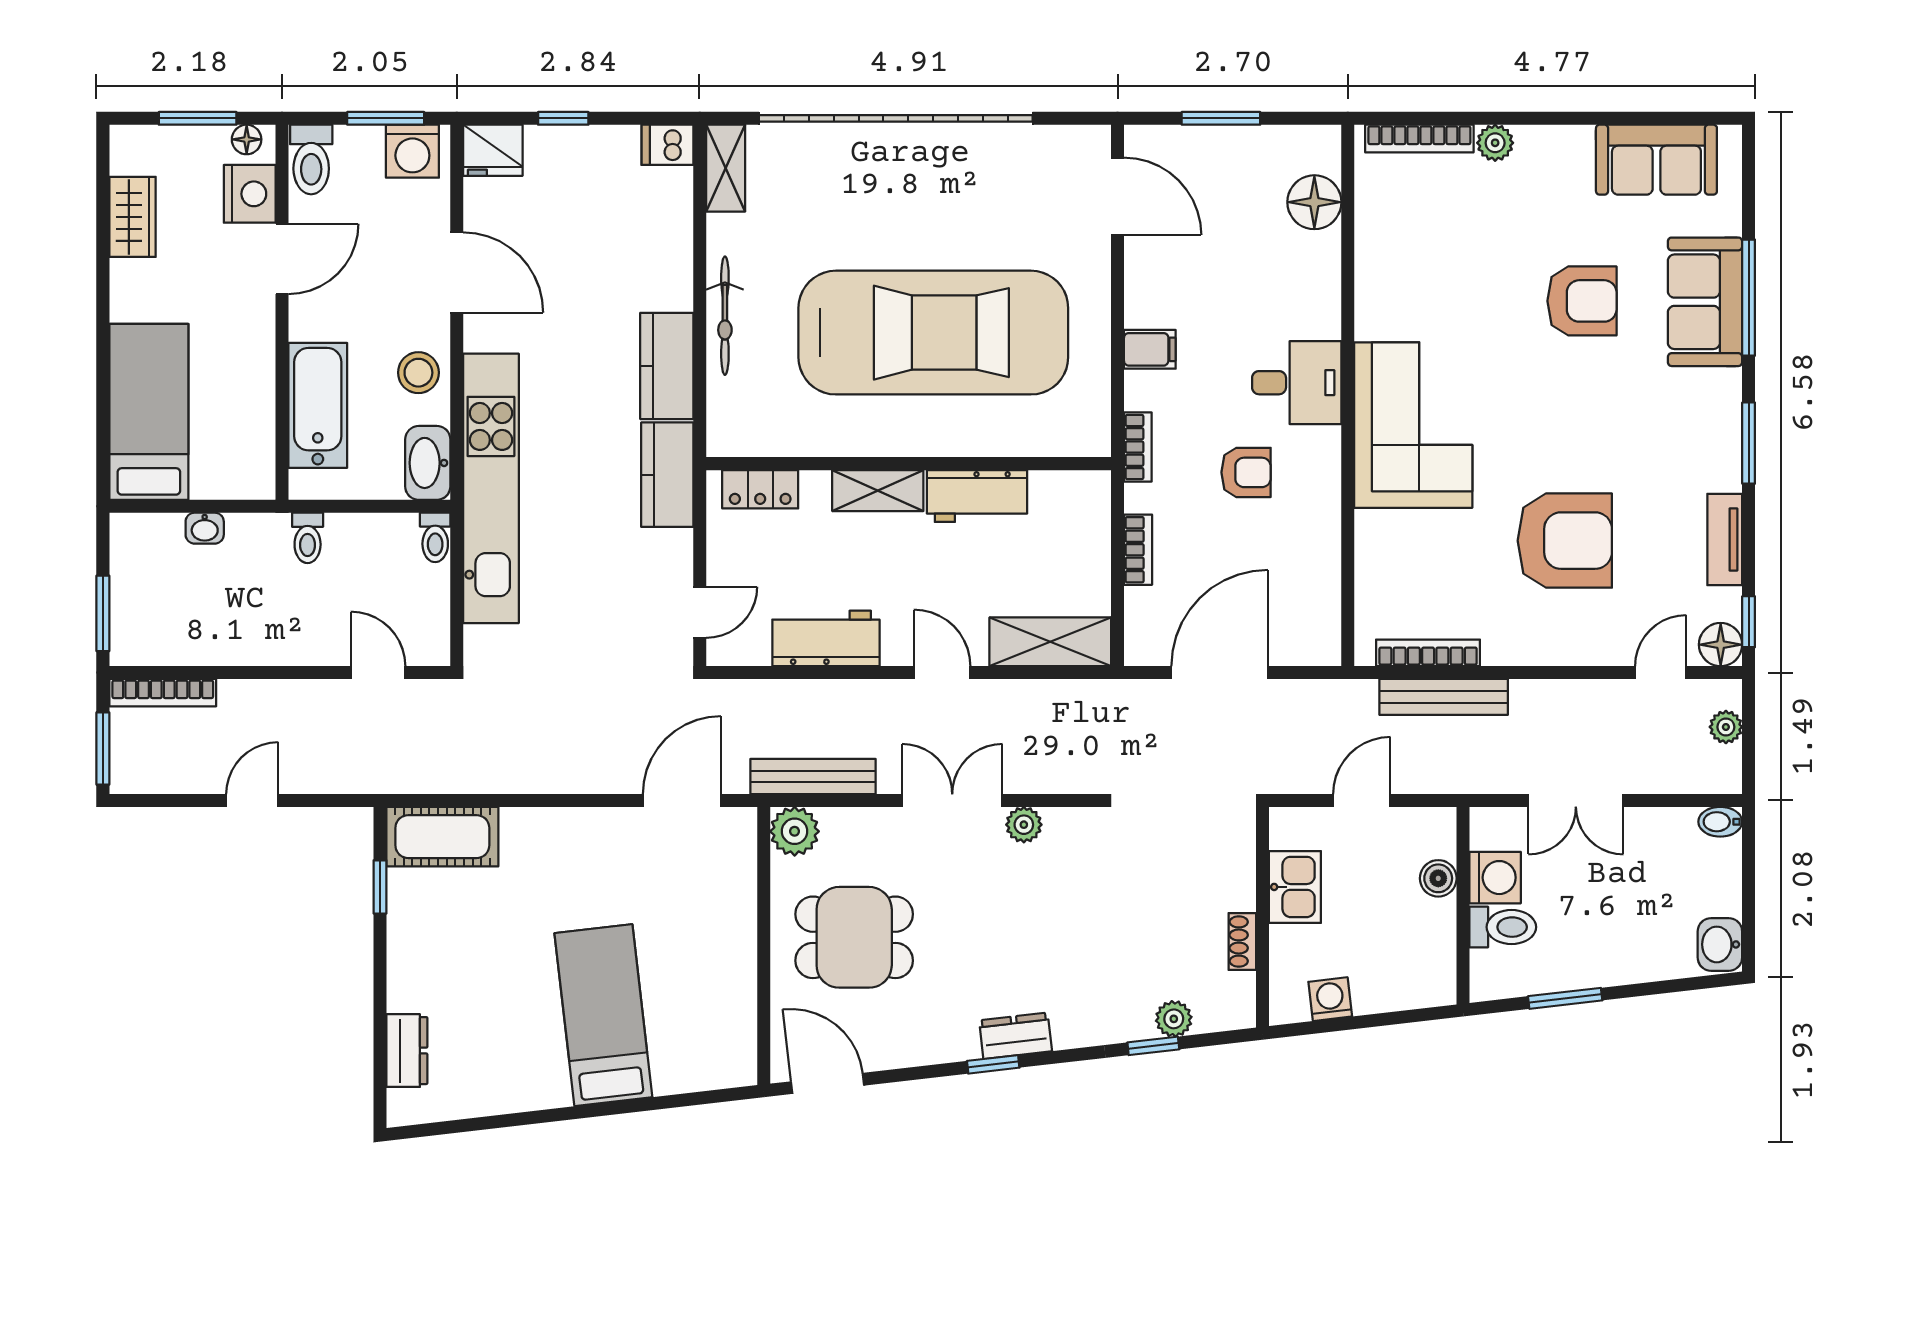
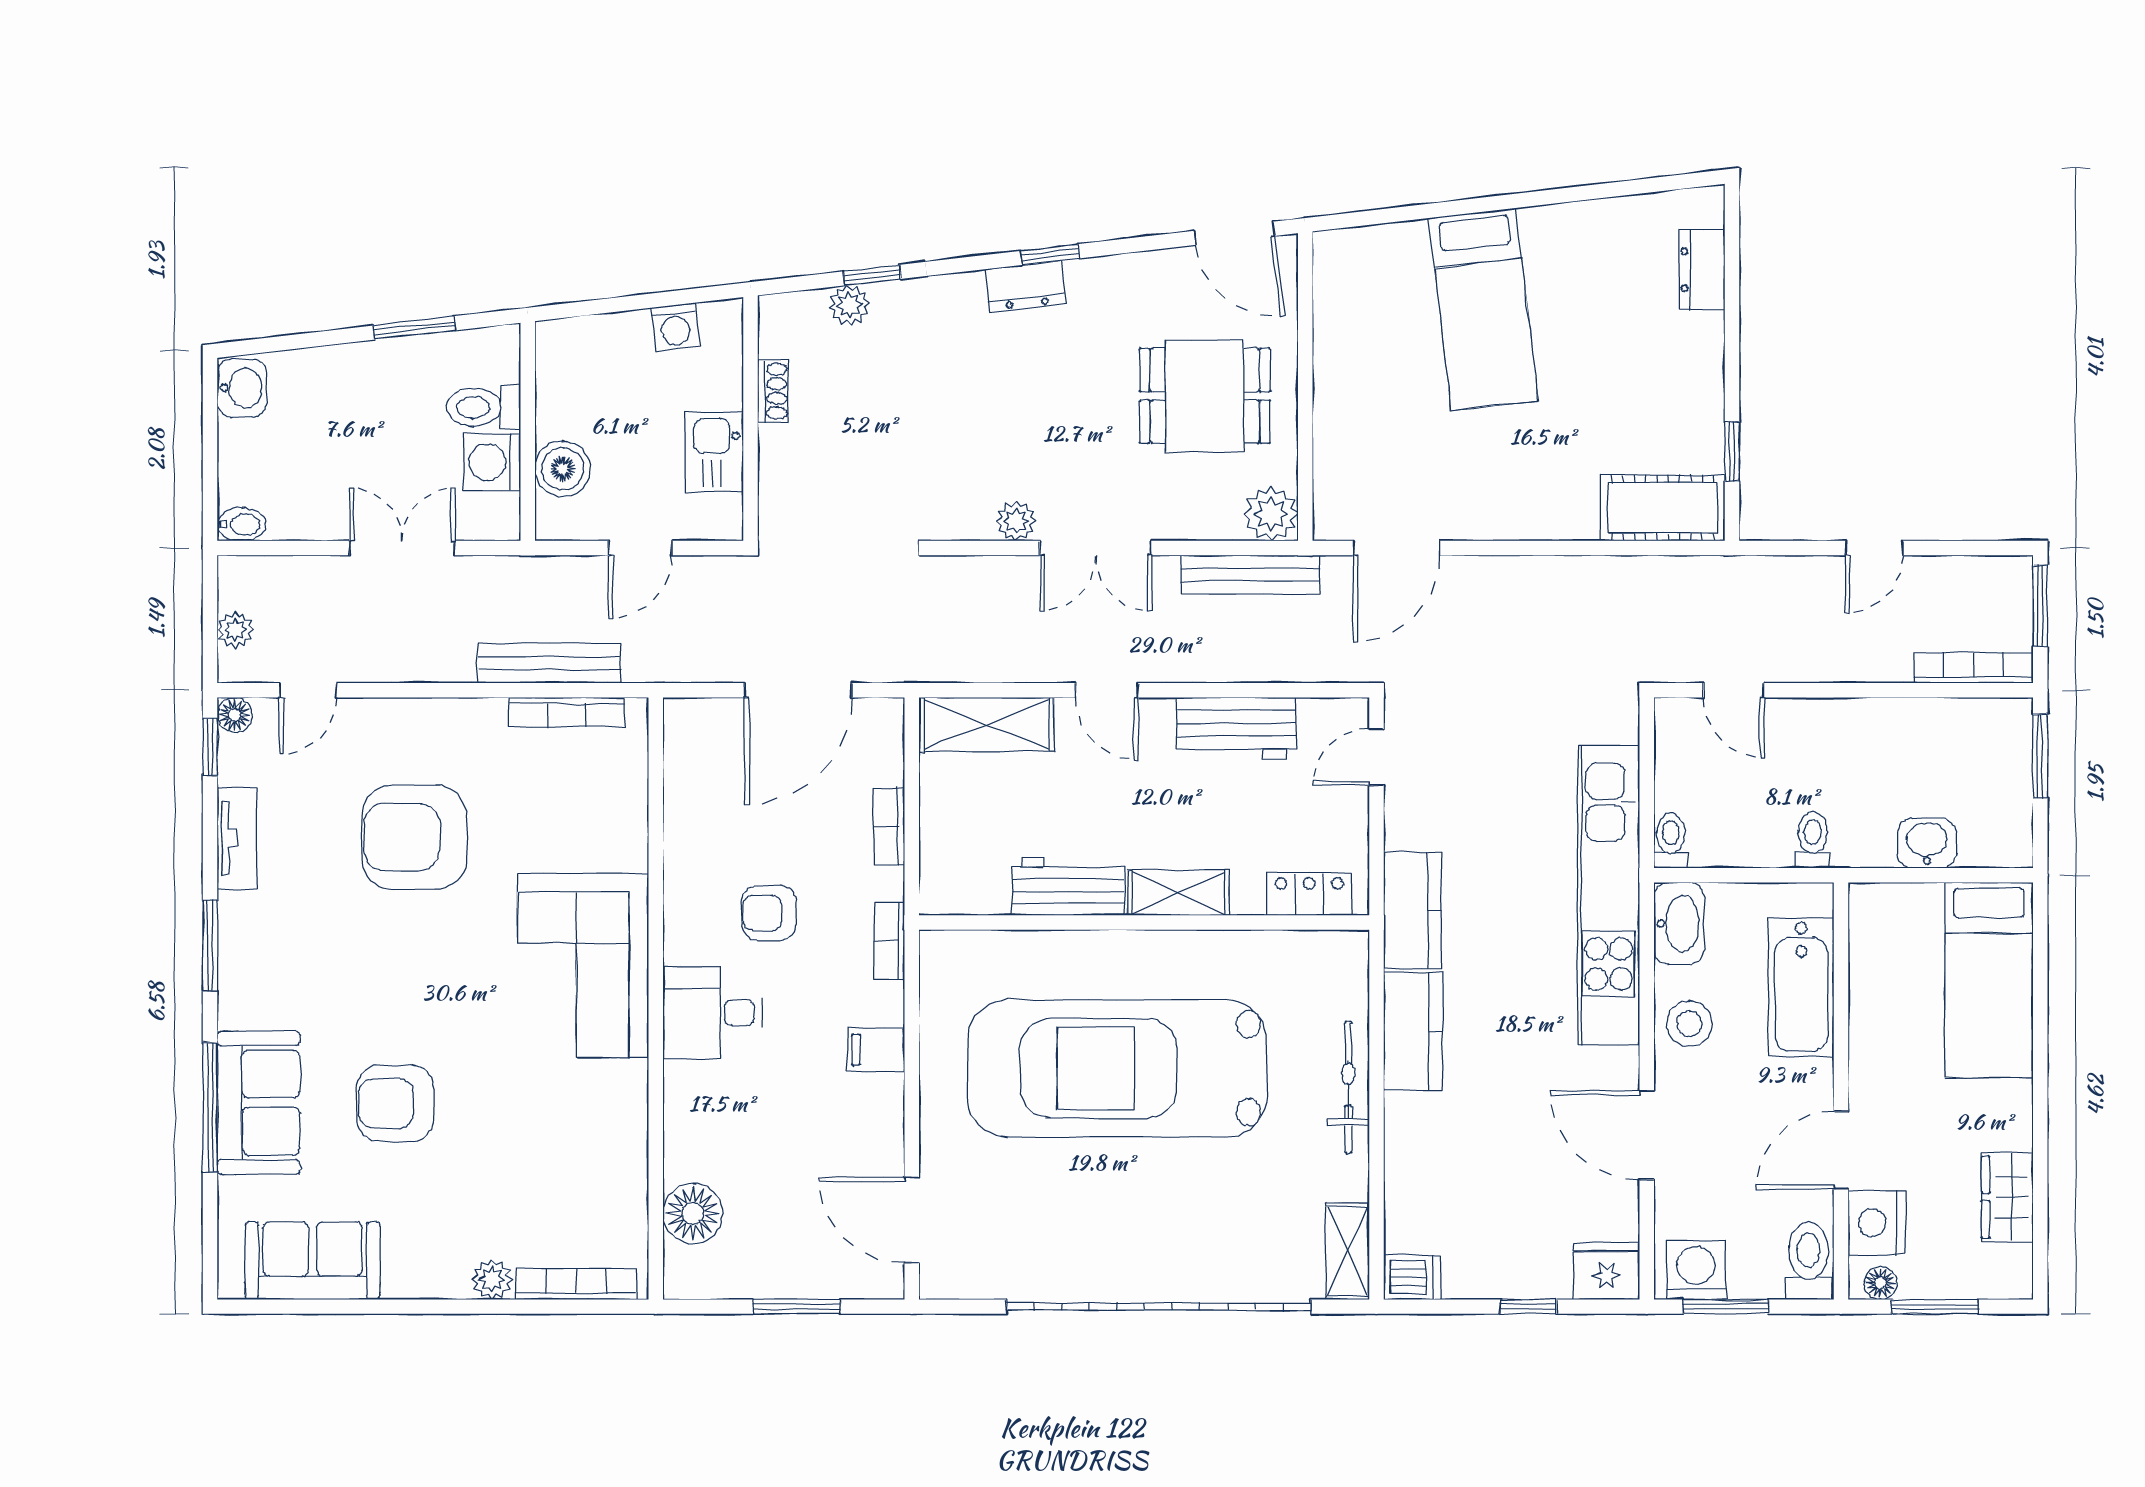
washbasin: (205, 528) -> (1927, 843), width x1.38, depth x1.45
floor lamp: (1721, 645) -> (235, 715), width x0.73, depth x0.73
boiler: (1438, 878) -> (563, 469), width x1.36, depth x1.36

